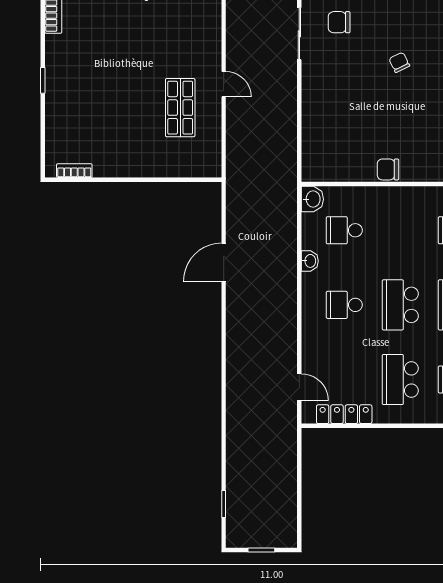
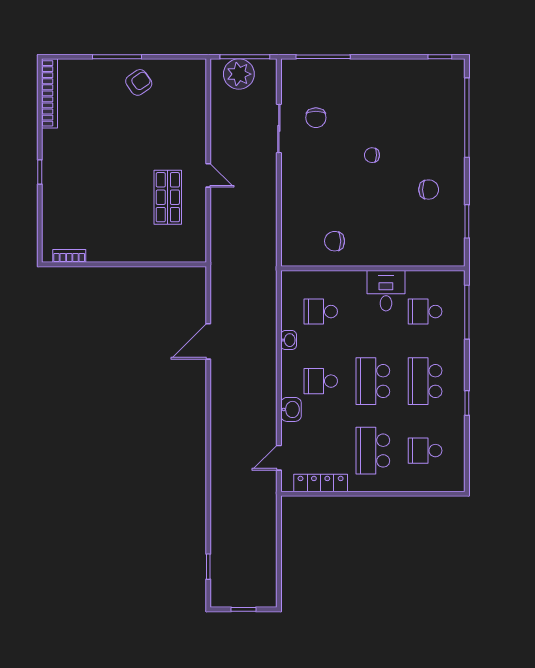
chair: (339, 22) -> (316, 118), turned -90
chair: (399, 62) -> (372, 155), turned -61
chair: (388, 169) -> (335, 241), moved
washbasin: (312, 199) -> (291, 409), moved
desk: (414, 208) -> (386, 291), added
door: (299, 387) -> (279, 458), swing flipped

